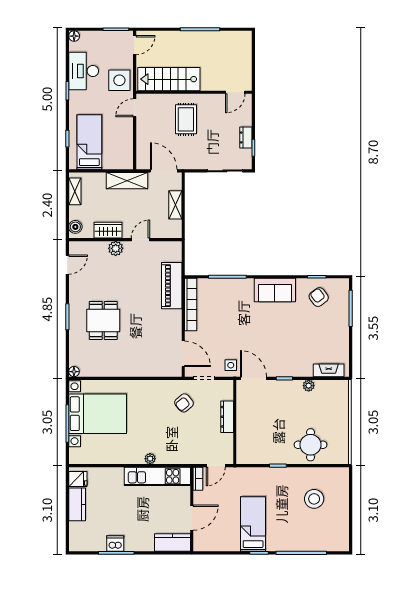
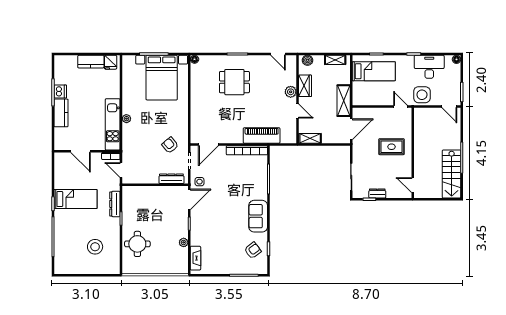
stairs: (169, 79) -> (452, 174), moved, turned 180
shelving: (175, 205) -> (310, 138), moved
dresser: (227, 417) -> (171, 179), moved
dresser: (259, 473) -> (115, 204), added
kitchen counter: (173, 543) -> (61, 113), moved

